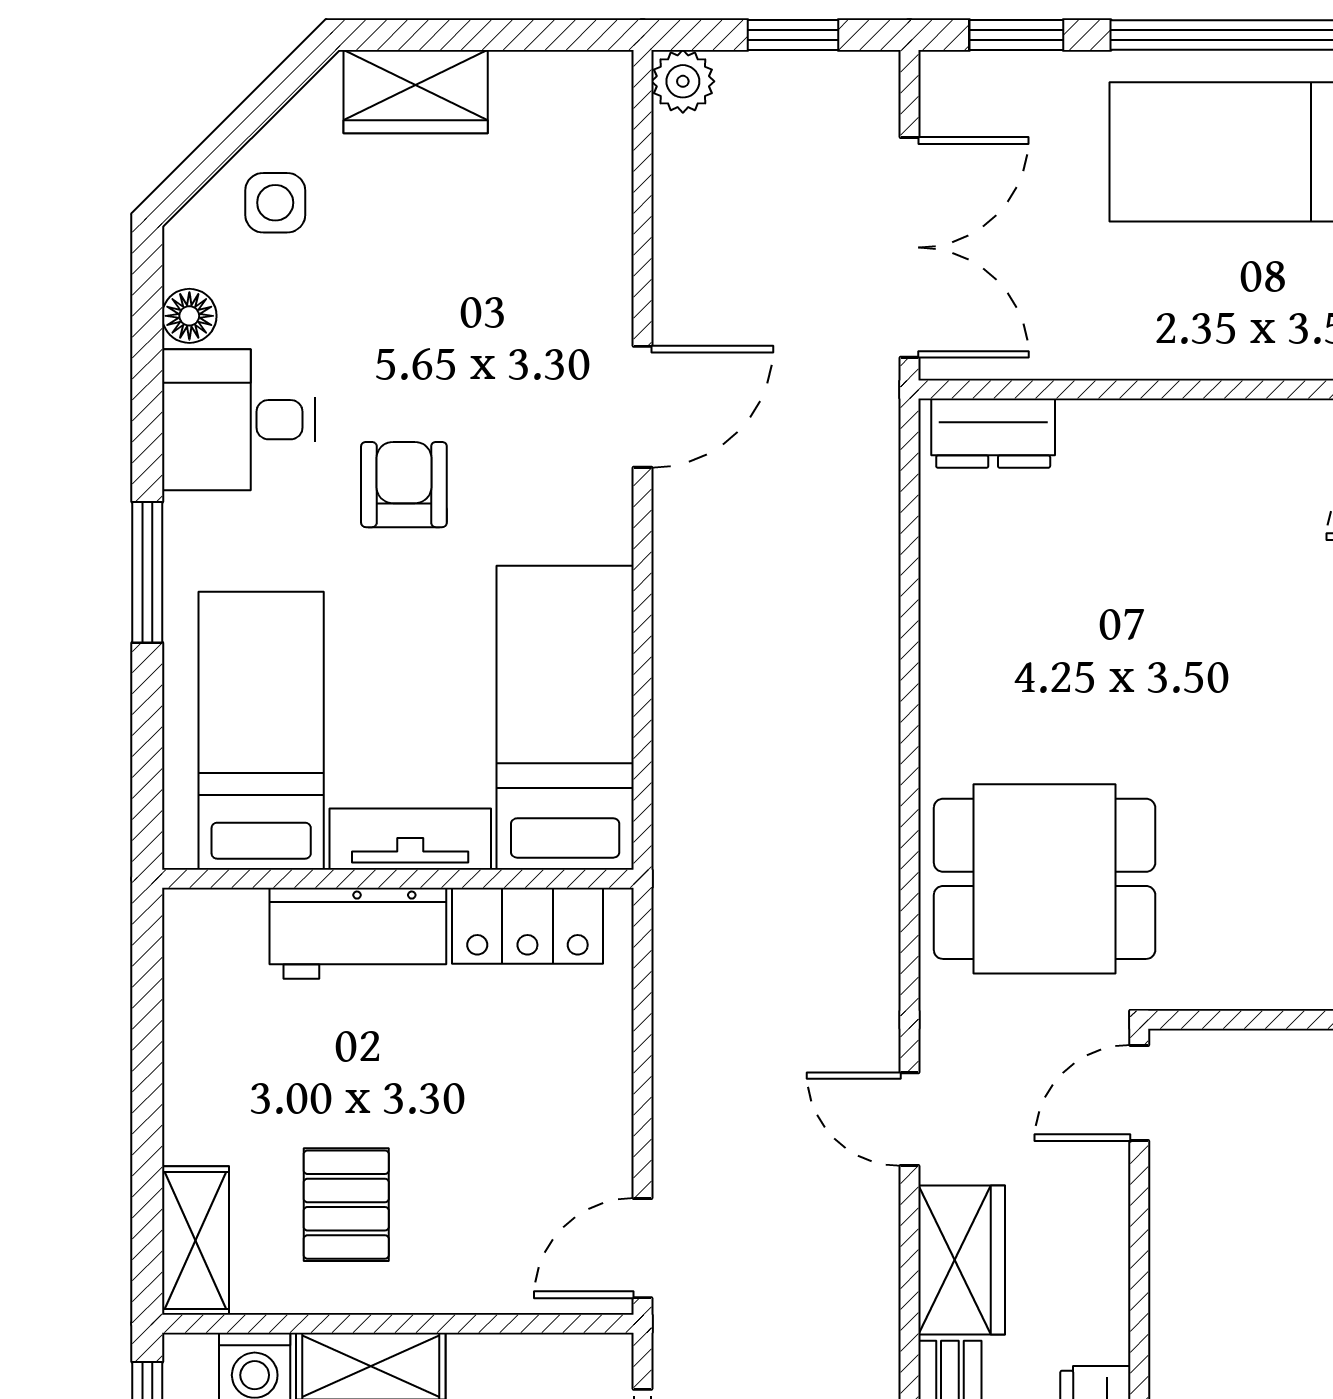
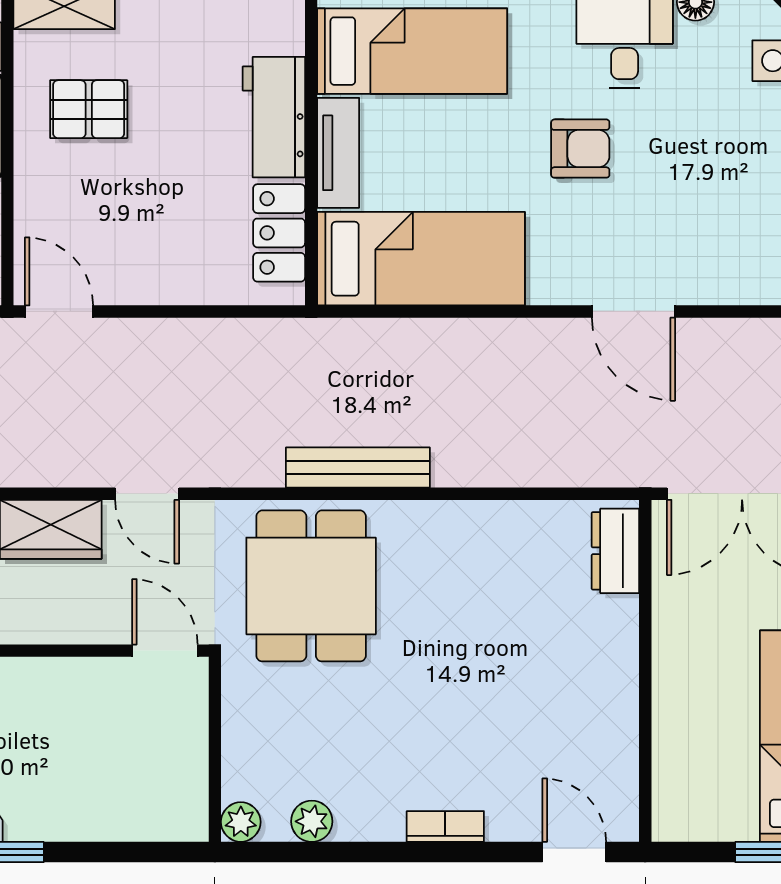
bench: (871, 810) -> (358, 467), added
door: (909, 1119) -> (147, 494), swing flipped

